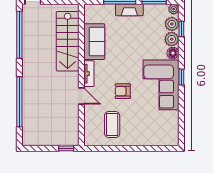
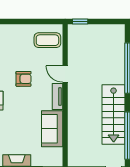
stairs: (68, 41) -> (114, 115), moved, turned 180
coffee table: (112, 124) -> (47, 40), moved, turned 90

